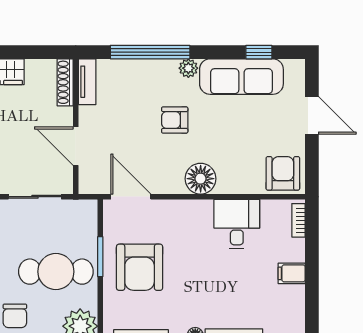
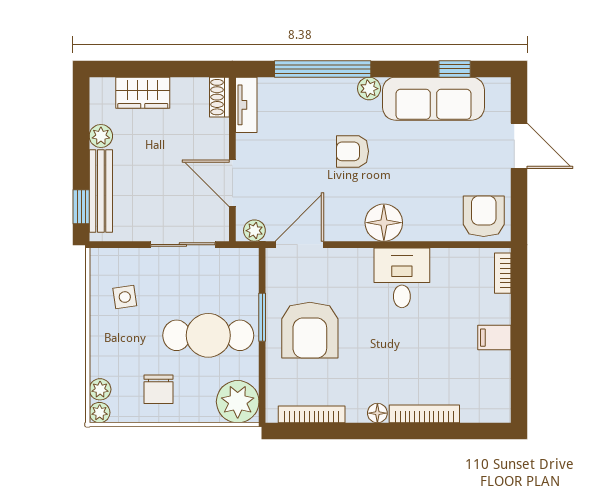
shoe rack: (65, 82) -> (219, 97), width x0.70
plant: (94, 185) -> (254, 231), added
door: (131, 197) -> (299, 245), hinge flipped
desk: (237, 224) -> (402, 278), moved

